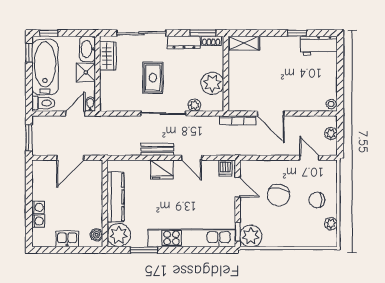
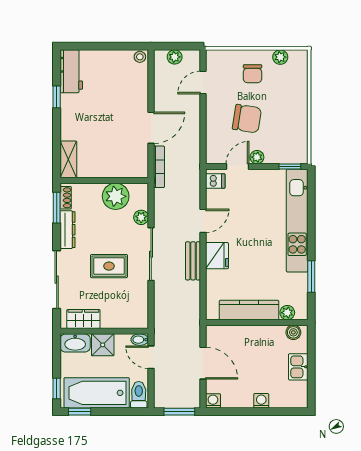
washing machine: (38, 221) -> (213, 401), moved
plant: (119, 235) -> (287, 313), width x0.53, depth x0.53
plant: (251, 236) -> (257, 157), moved, width x0.53, depth x0.53

